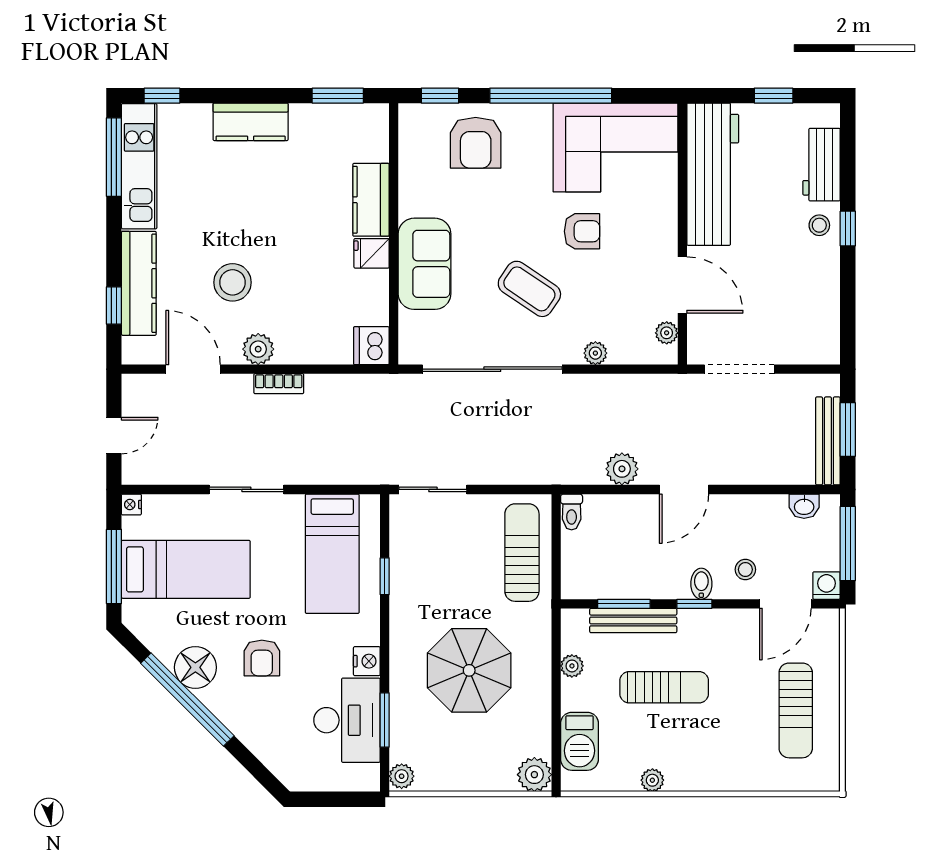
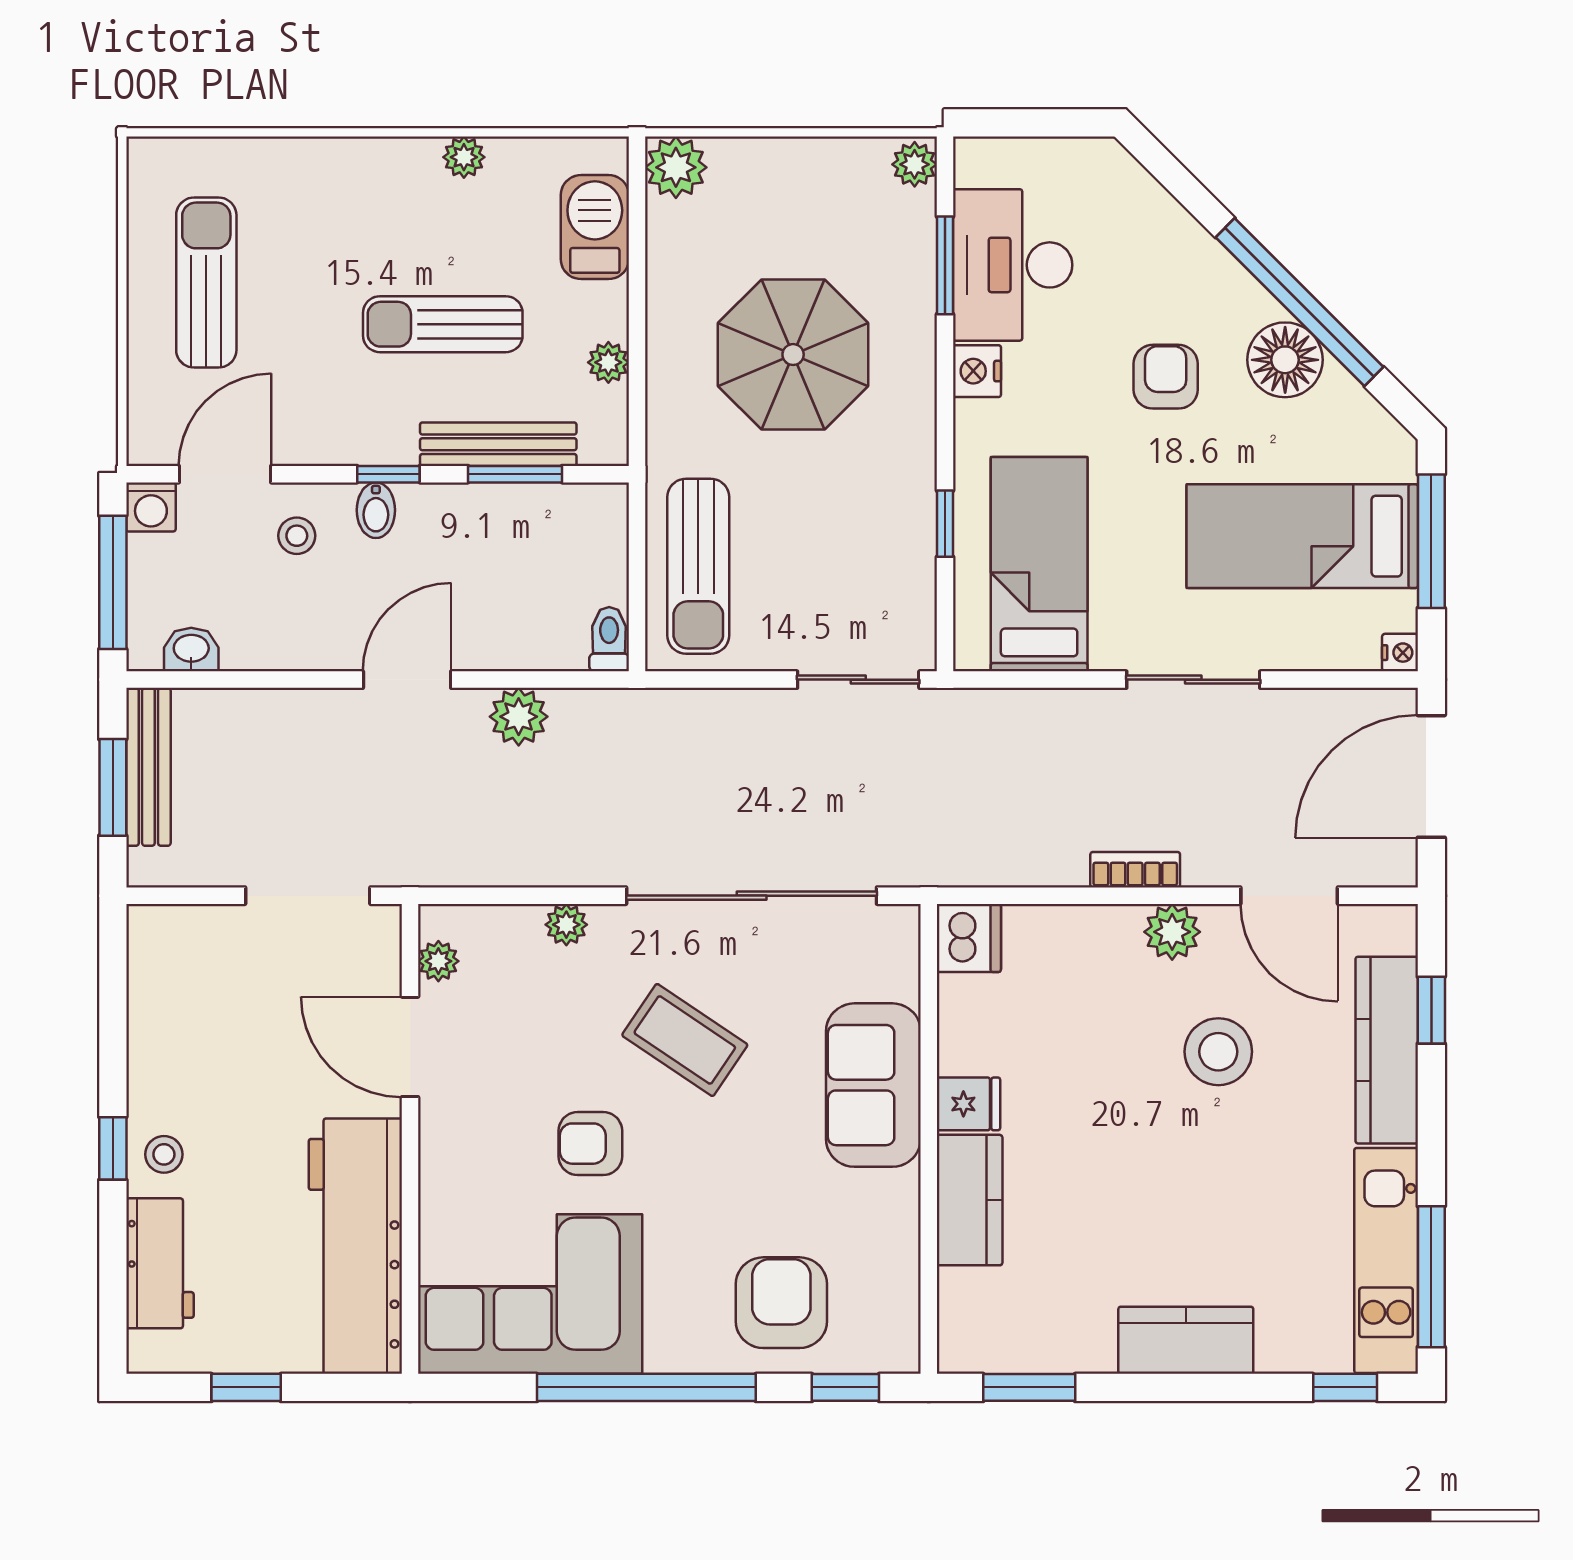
door: (114, 436) -> (1431, 776), width x1.87

